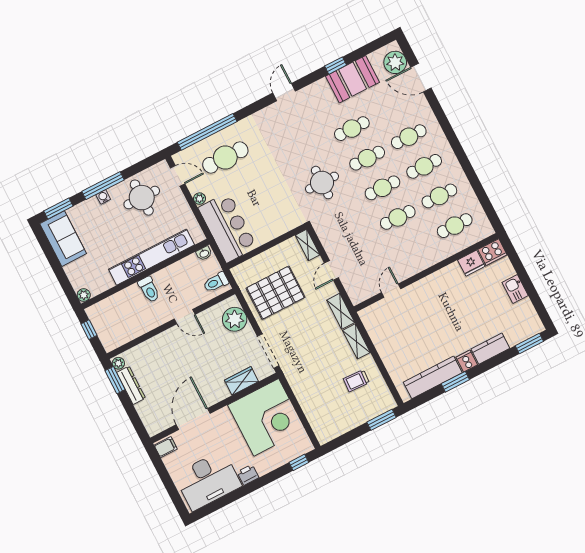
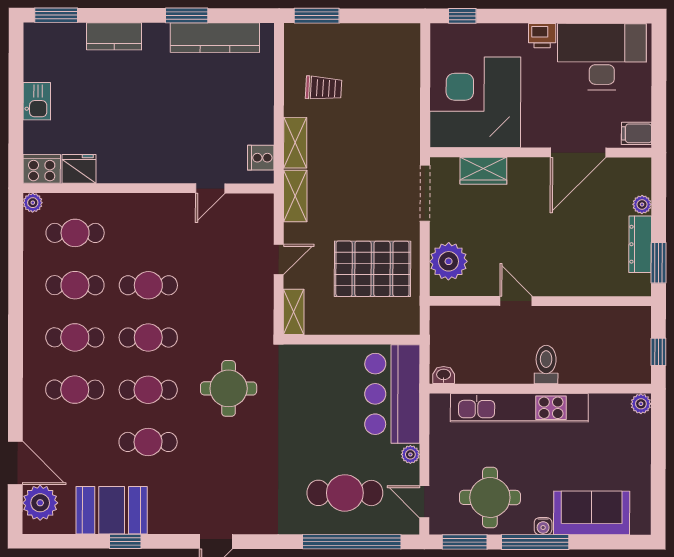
window: (58, 209) -> (465, 542), moved
plant: (488, 230) -> (33, 203), added
sofa: (63, 239) -> (592, 513), moved, turned 90
toilet: (216, 282) -> (448, 326), removed
cooker: (467, 361) -> (261, 158), moved, turned 90
plant: (118, 363) -> (642, 204), moved

